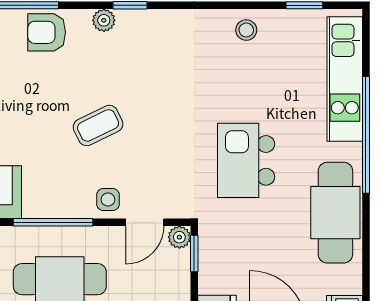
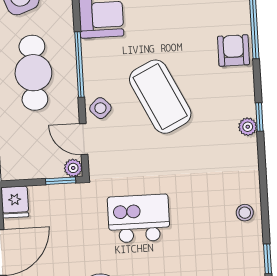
plant: (104, 20) -> (248, 127), moved
coffee table: (98, 125) -> (160, 97), width x1.86, depth x1.72
side table: (108, 200) -> (100, 108), turned 45

